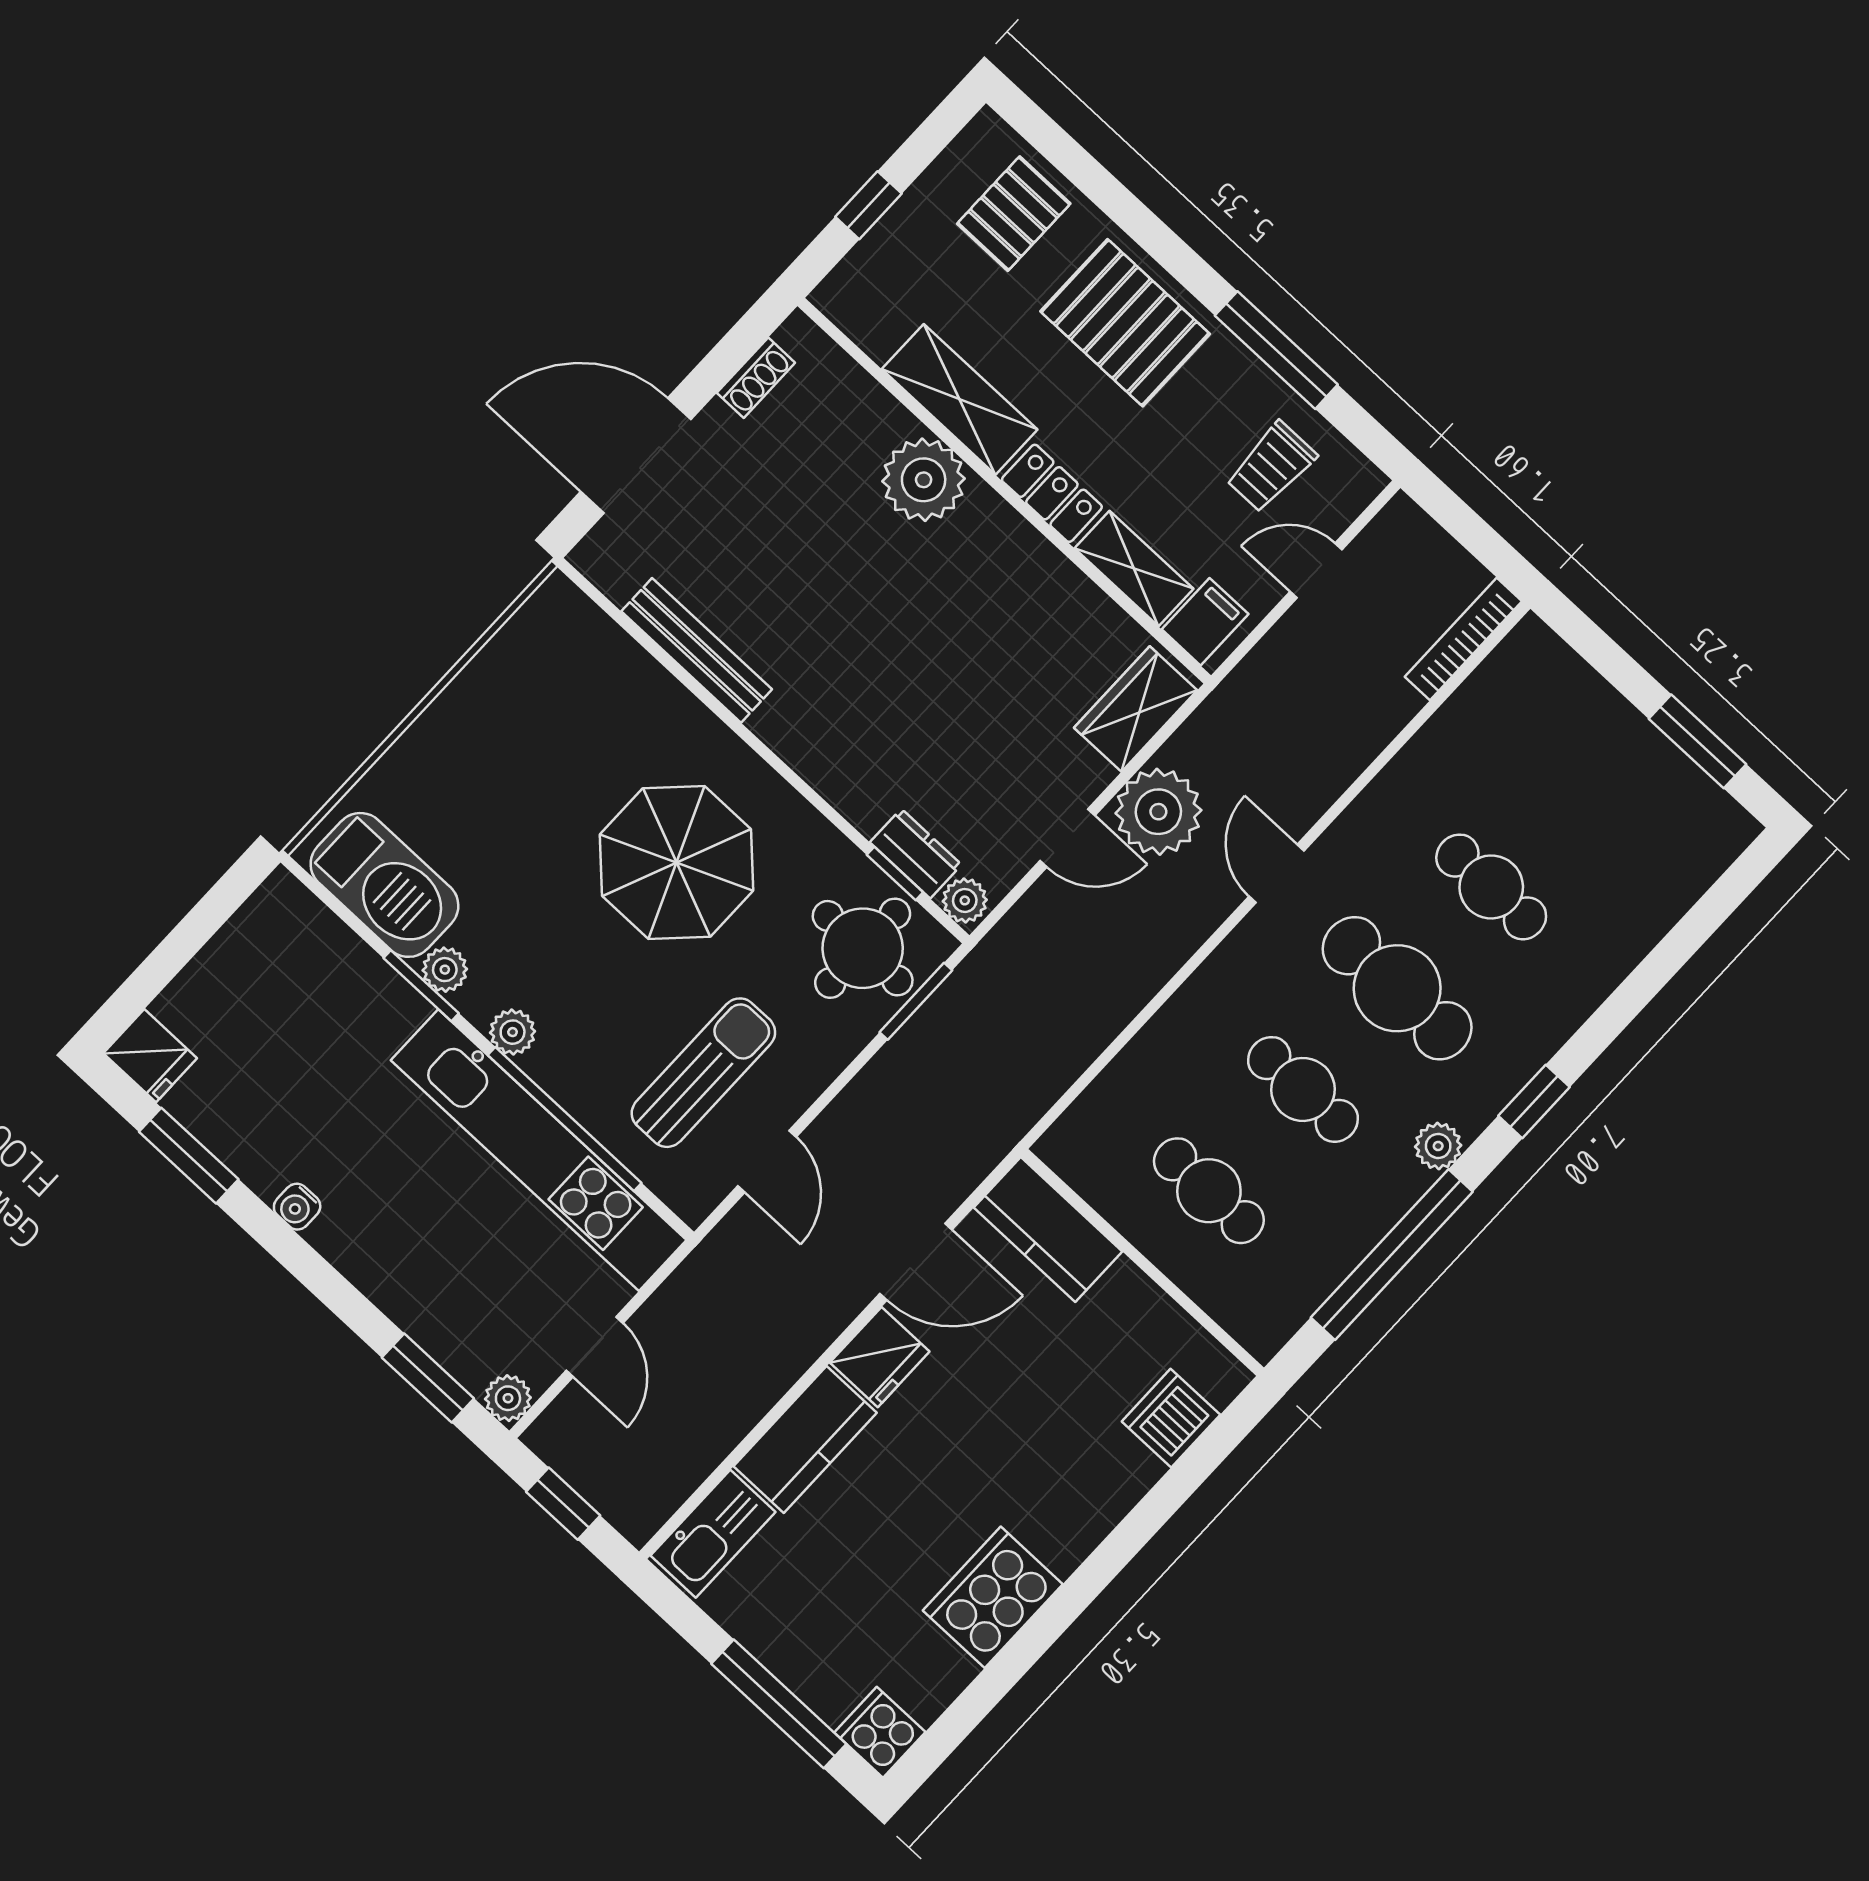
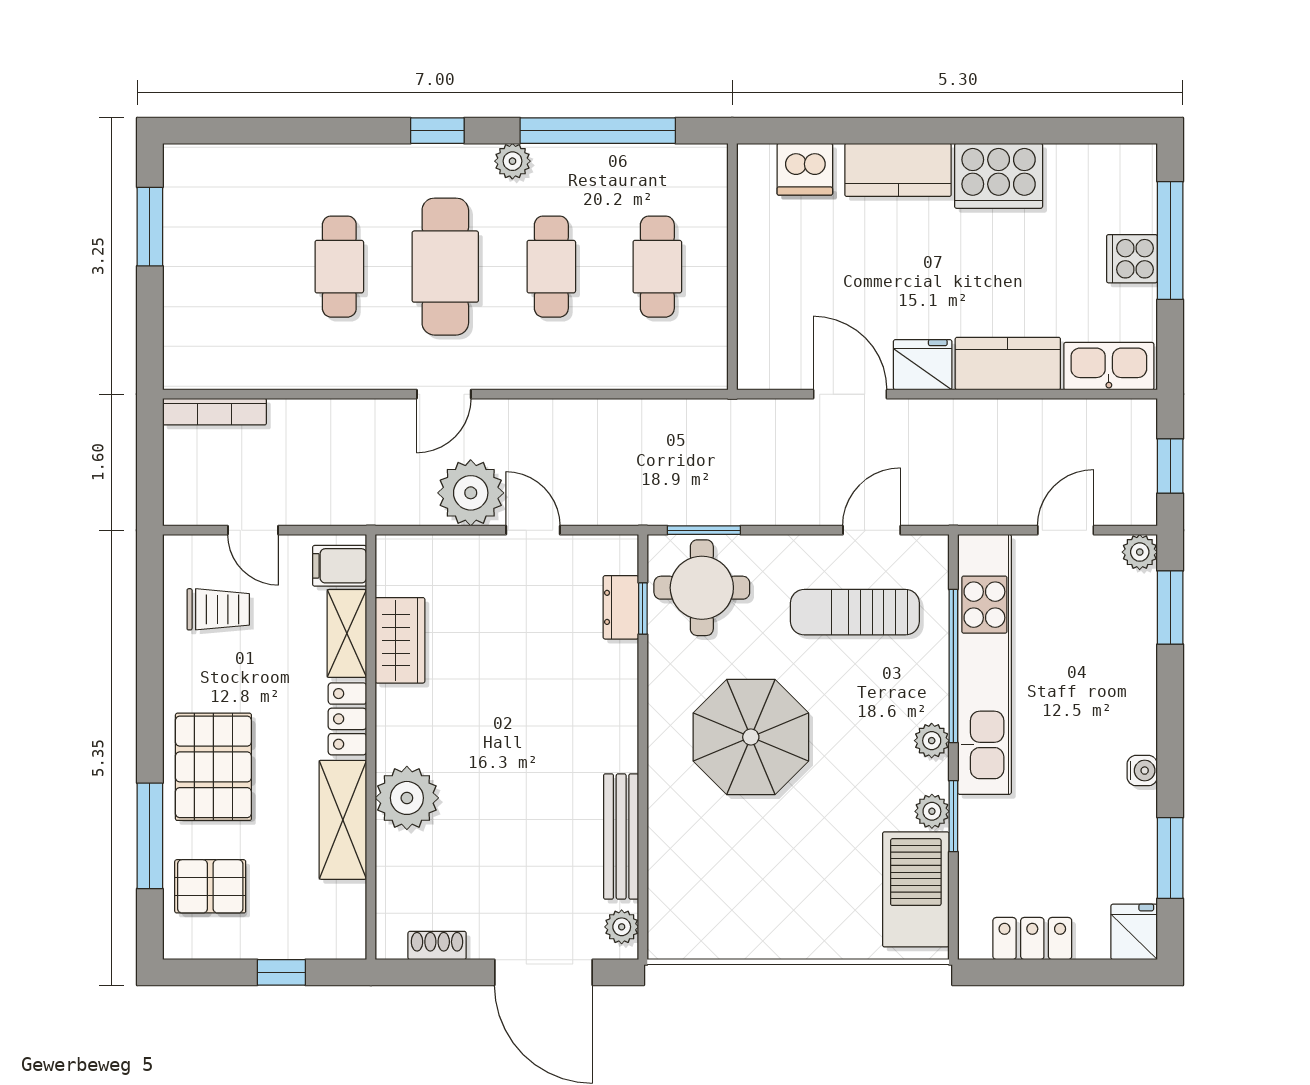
window: (1276, 350) -> (150, 836), moved
wardrobe: (1136, 709) -> (400, 640), moved, turned -90
plant: (965, 900) -> (622, 927), moved
locker: (234, 953) -> (1032, 939), added
kitchen counter: (1048, 1230) -> (898, 170), moved, turned 90
cooker: (880, 1732) -> (1132, 259), moved, turned 90

